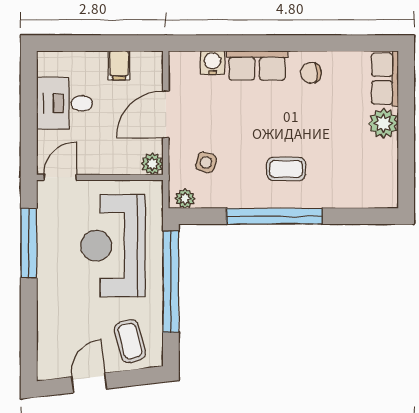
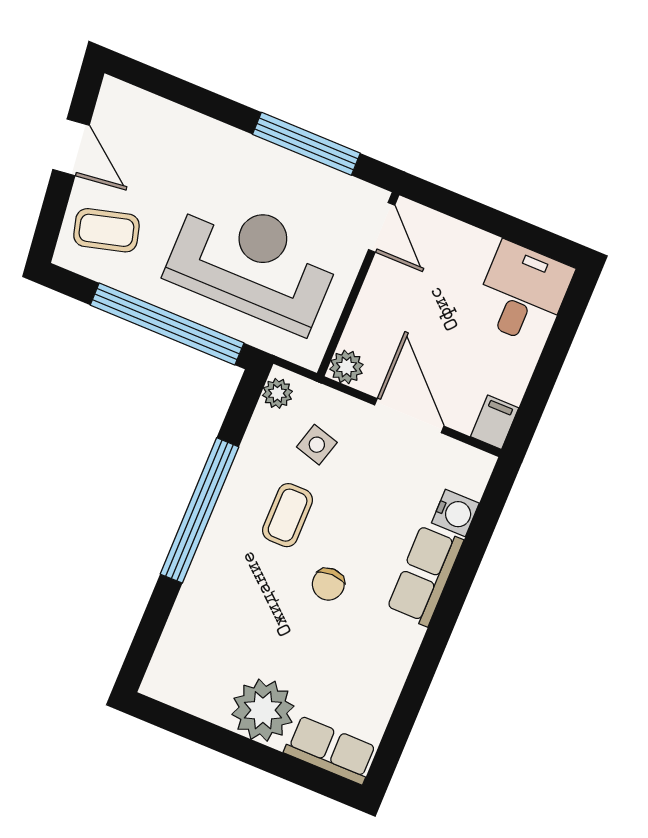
filing cabinet: (119, 65) -> (495, 422), moved, turned 90
chair: (311, 73) -> (328, 584), moved, turned 180
desk: (64, 103) -> (523, 293), moved
plant: (383, 123) -> (263, 710), width x1.36, depth x1.36
coffee table: (286, 169) -> (288, 515), moved

